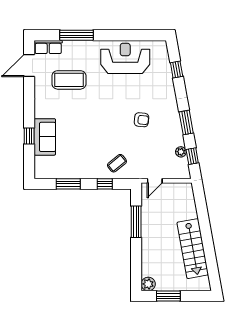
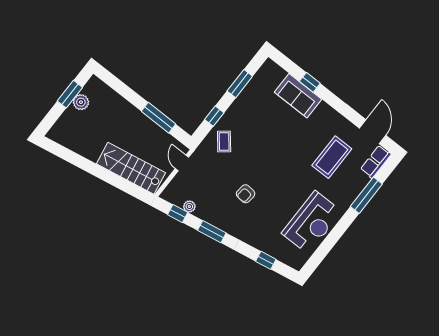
stairs: (193, 249) -> (131, 168), moved
plant: (148, 284) -> (81, 102), moved

